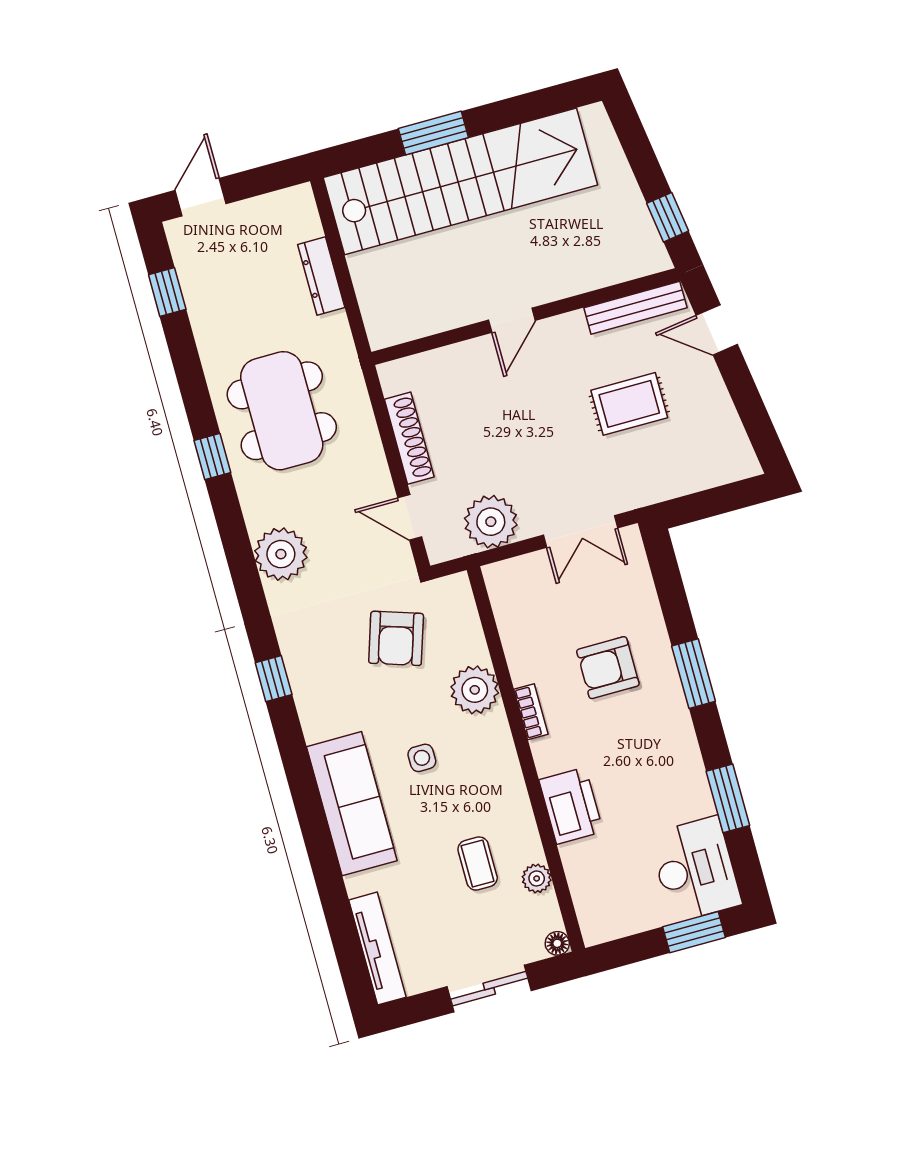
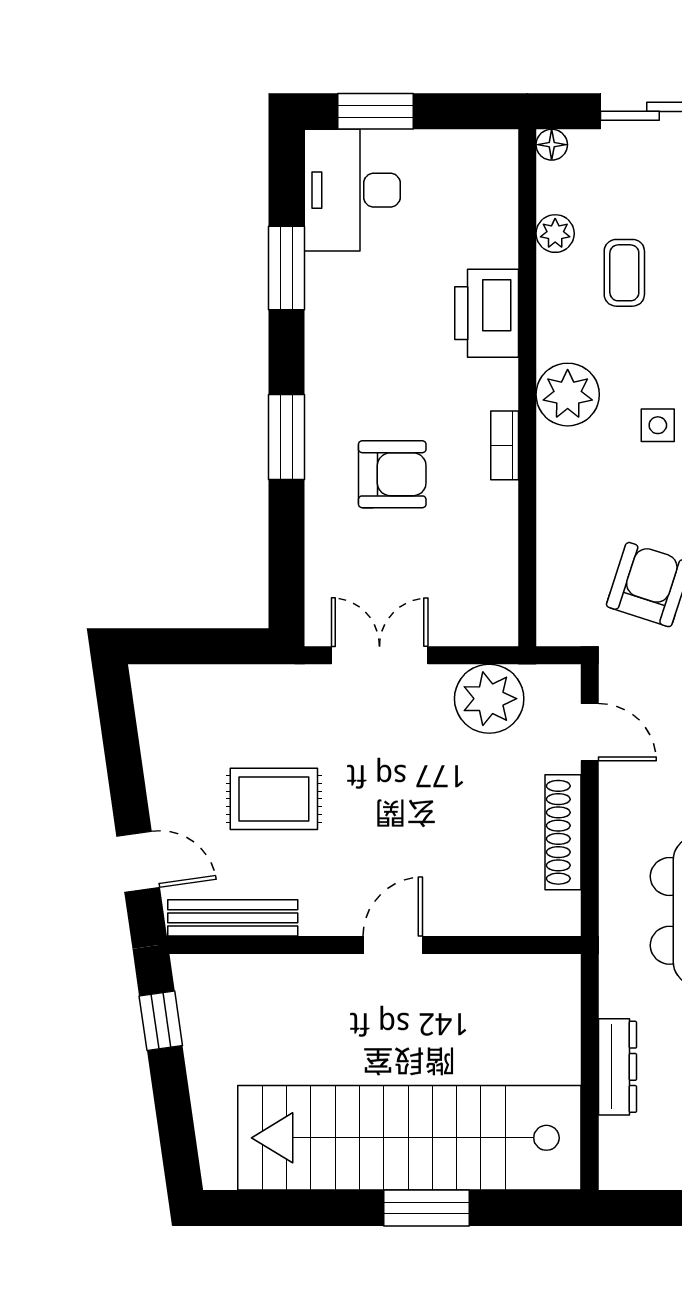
plant: (475, 690) -> (568, 395), moved

